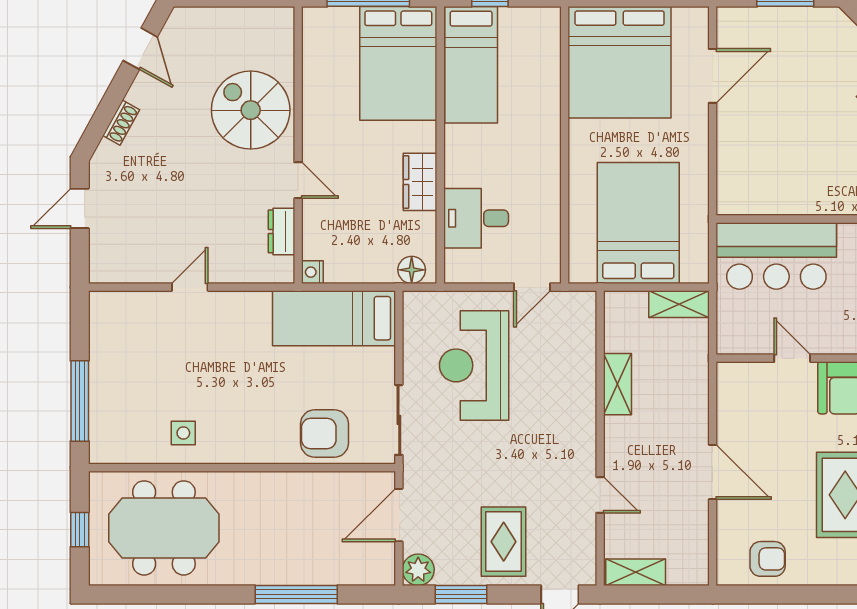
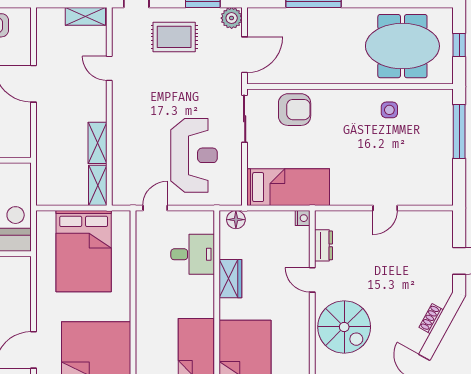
shelving: (679, 304) -> (98, 185), moved, turned 90
rug: (504, 542) -> (174, 37), turned 90

